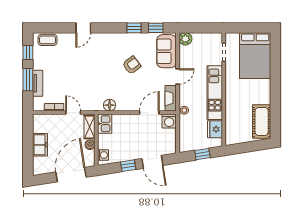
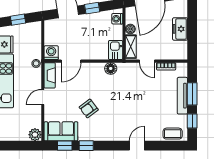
sofa: (167, 51) -> (61, 131), moved, turned -90
tv unit: (38, 83) -> (182, 96), width x1.41

